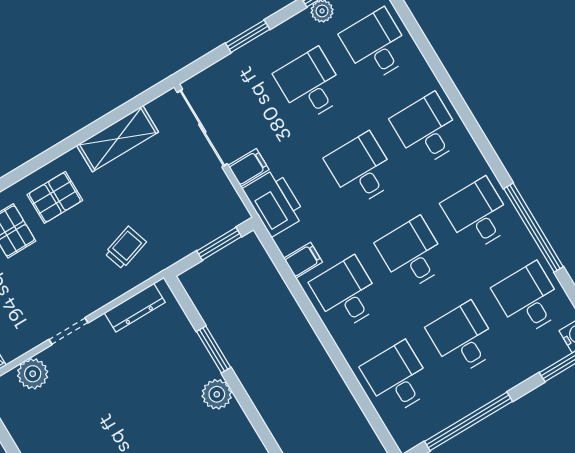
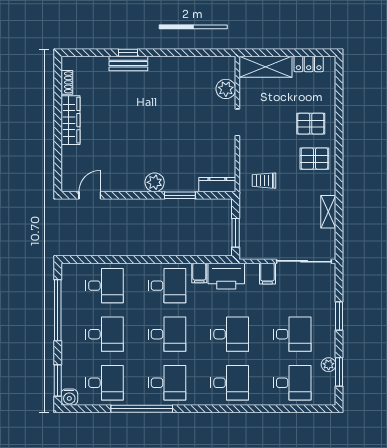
shelving: (118, 139) -> (328, 212), width x0.67, depth x0.75
pallet: (55, 197) -> (314, 159), turned 90
printer: (274, 203) -> (226, 276), moved
trolley: (125, 248) -> (264, 181), turned 108
dresser: (135, 308) -> (217, 185), moved, turned 90

